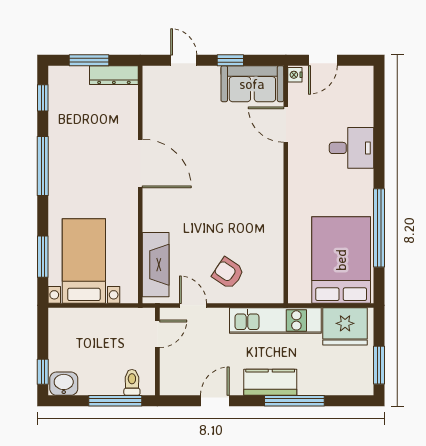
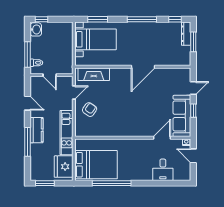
dresser: (114, 75) -> (186, 34), moved
sofa: (252, 84) -> (182, 116), width x1.36
desk: (351, 148) -> (163, 170), moved
door: (157, 334) -> (50, 75), moved

